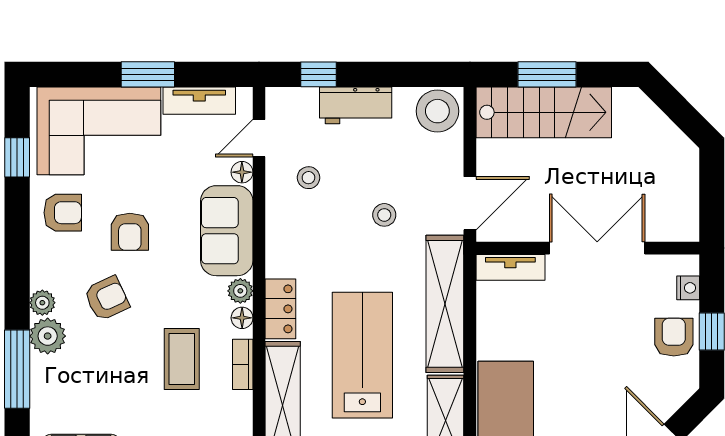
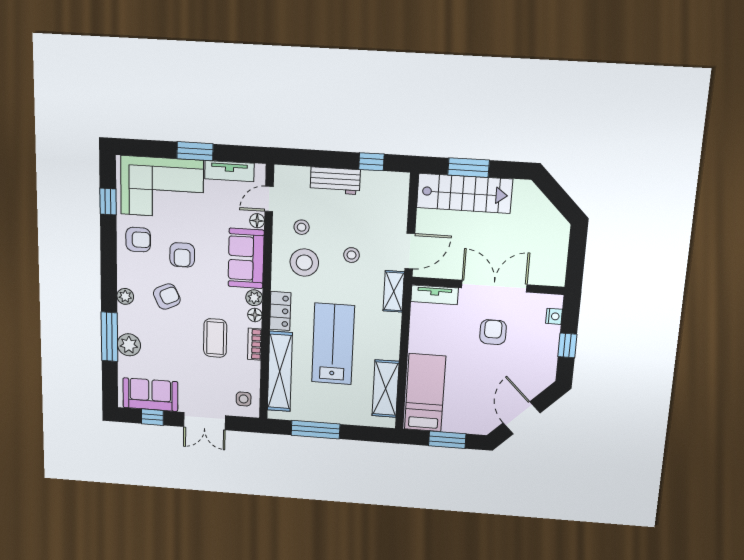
window: (318, 74) -> (371, 162), moved
stool: (437, 111) -> (304, 263), moved
shelving: (445, 304) -> (394, 291), width x0.45, depth x0.75
plant: (48, 336) -> (129, 345), moved
armchair: (674, 337) -> (493, 332), moved

